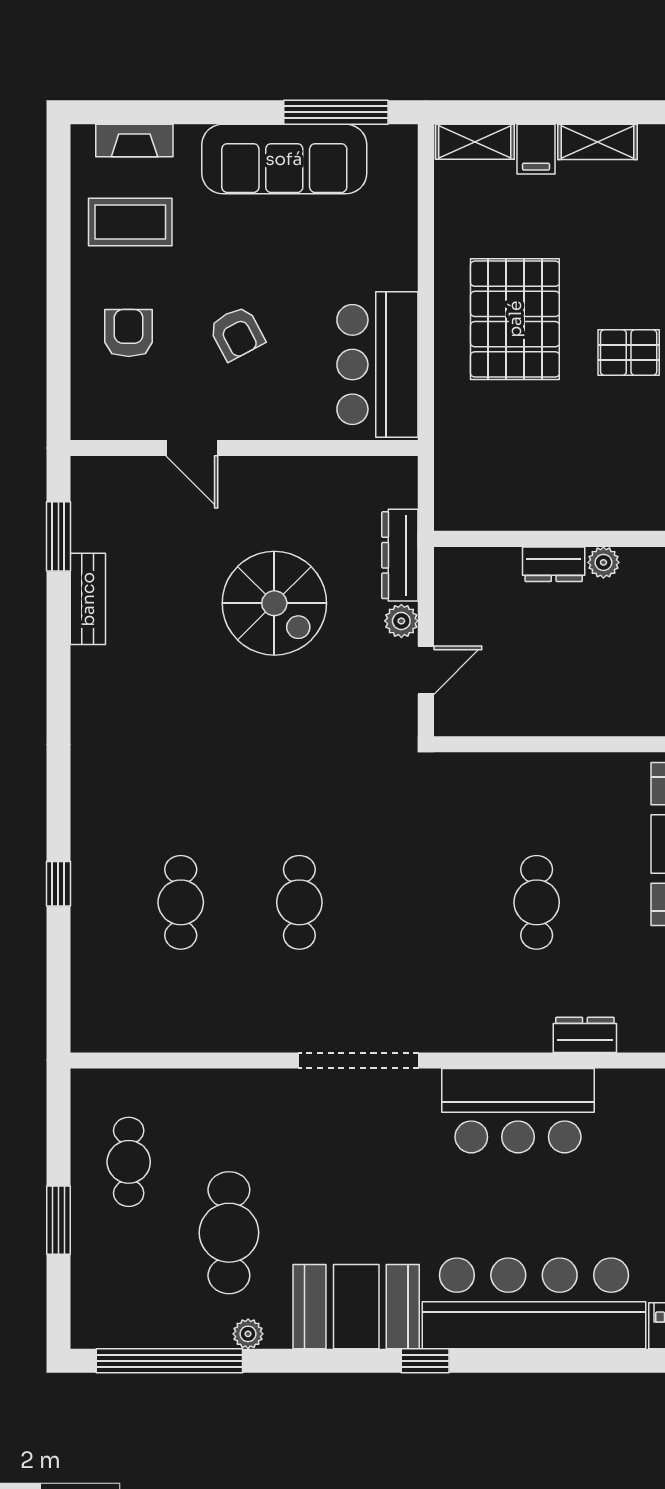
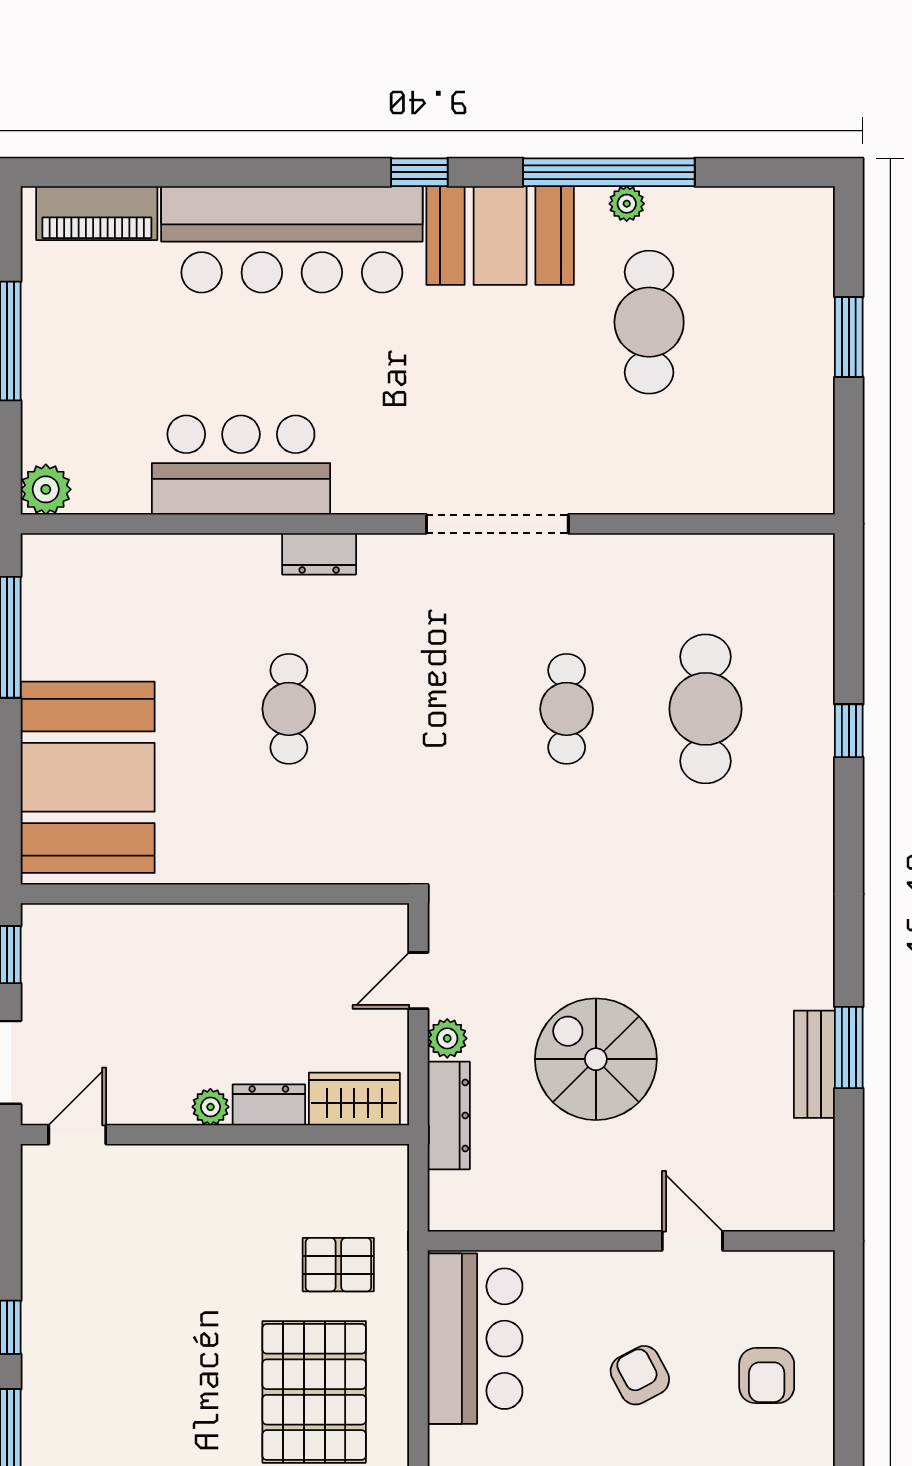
pallet: (629, 353) -> (338, 1265), moved
window: (58, 536) -> (849, 1048), moved
wardrobe: (481, 569) -> (354, 1099), added
cafe table: (181, 902) -> (706, 709), width x1.37, depth x1.35
dresser: (585, 1035) -> (319, 554), moved
bar counter: (518, 1111) -> (241, 465), moved
cafe table: (129, 1162) -> (766, 405), removed
window: (169, 1361) -> (609, 172), moved

